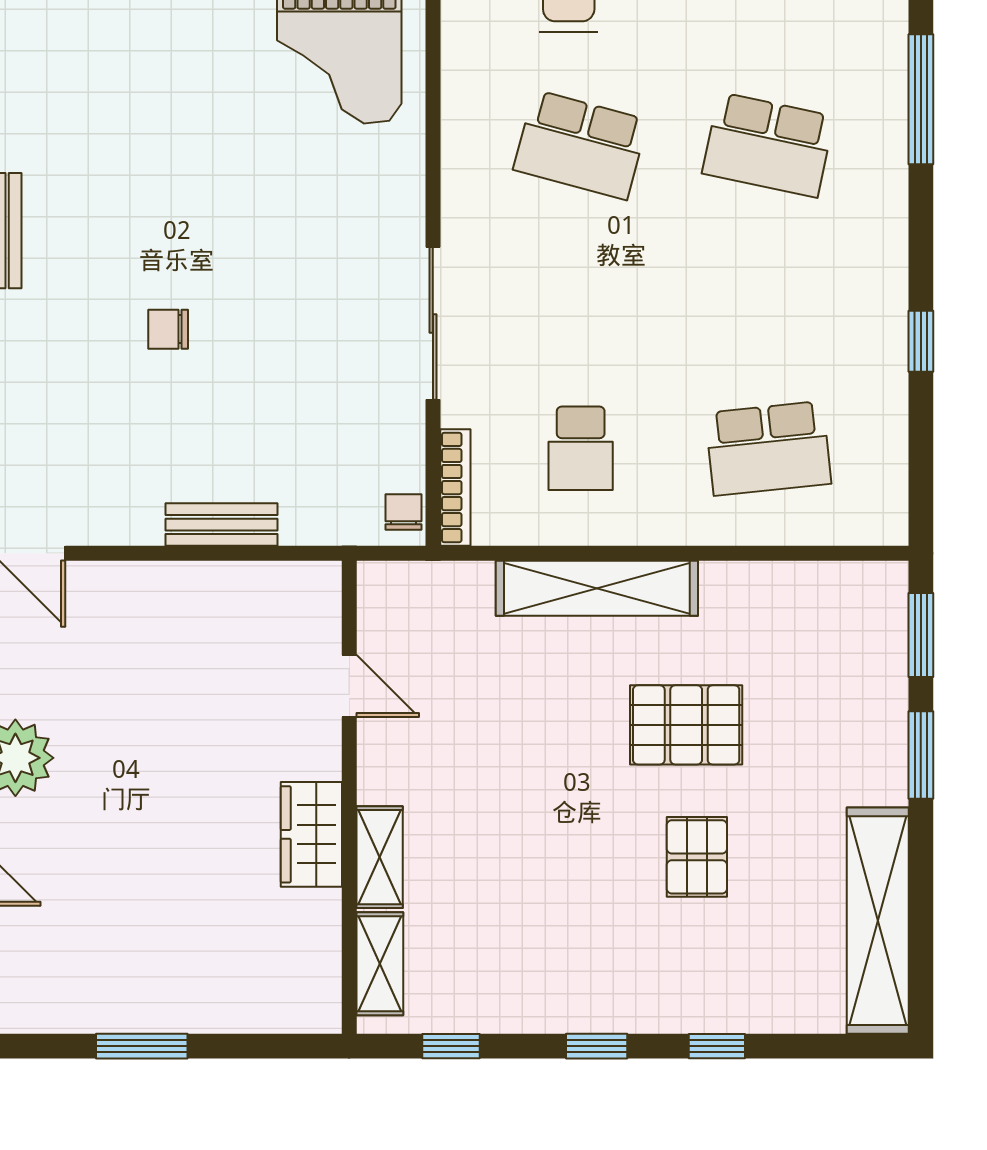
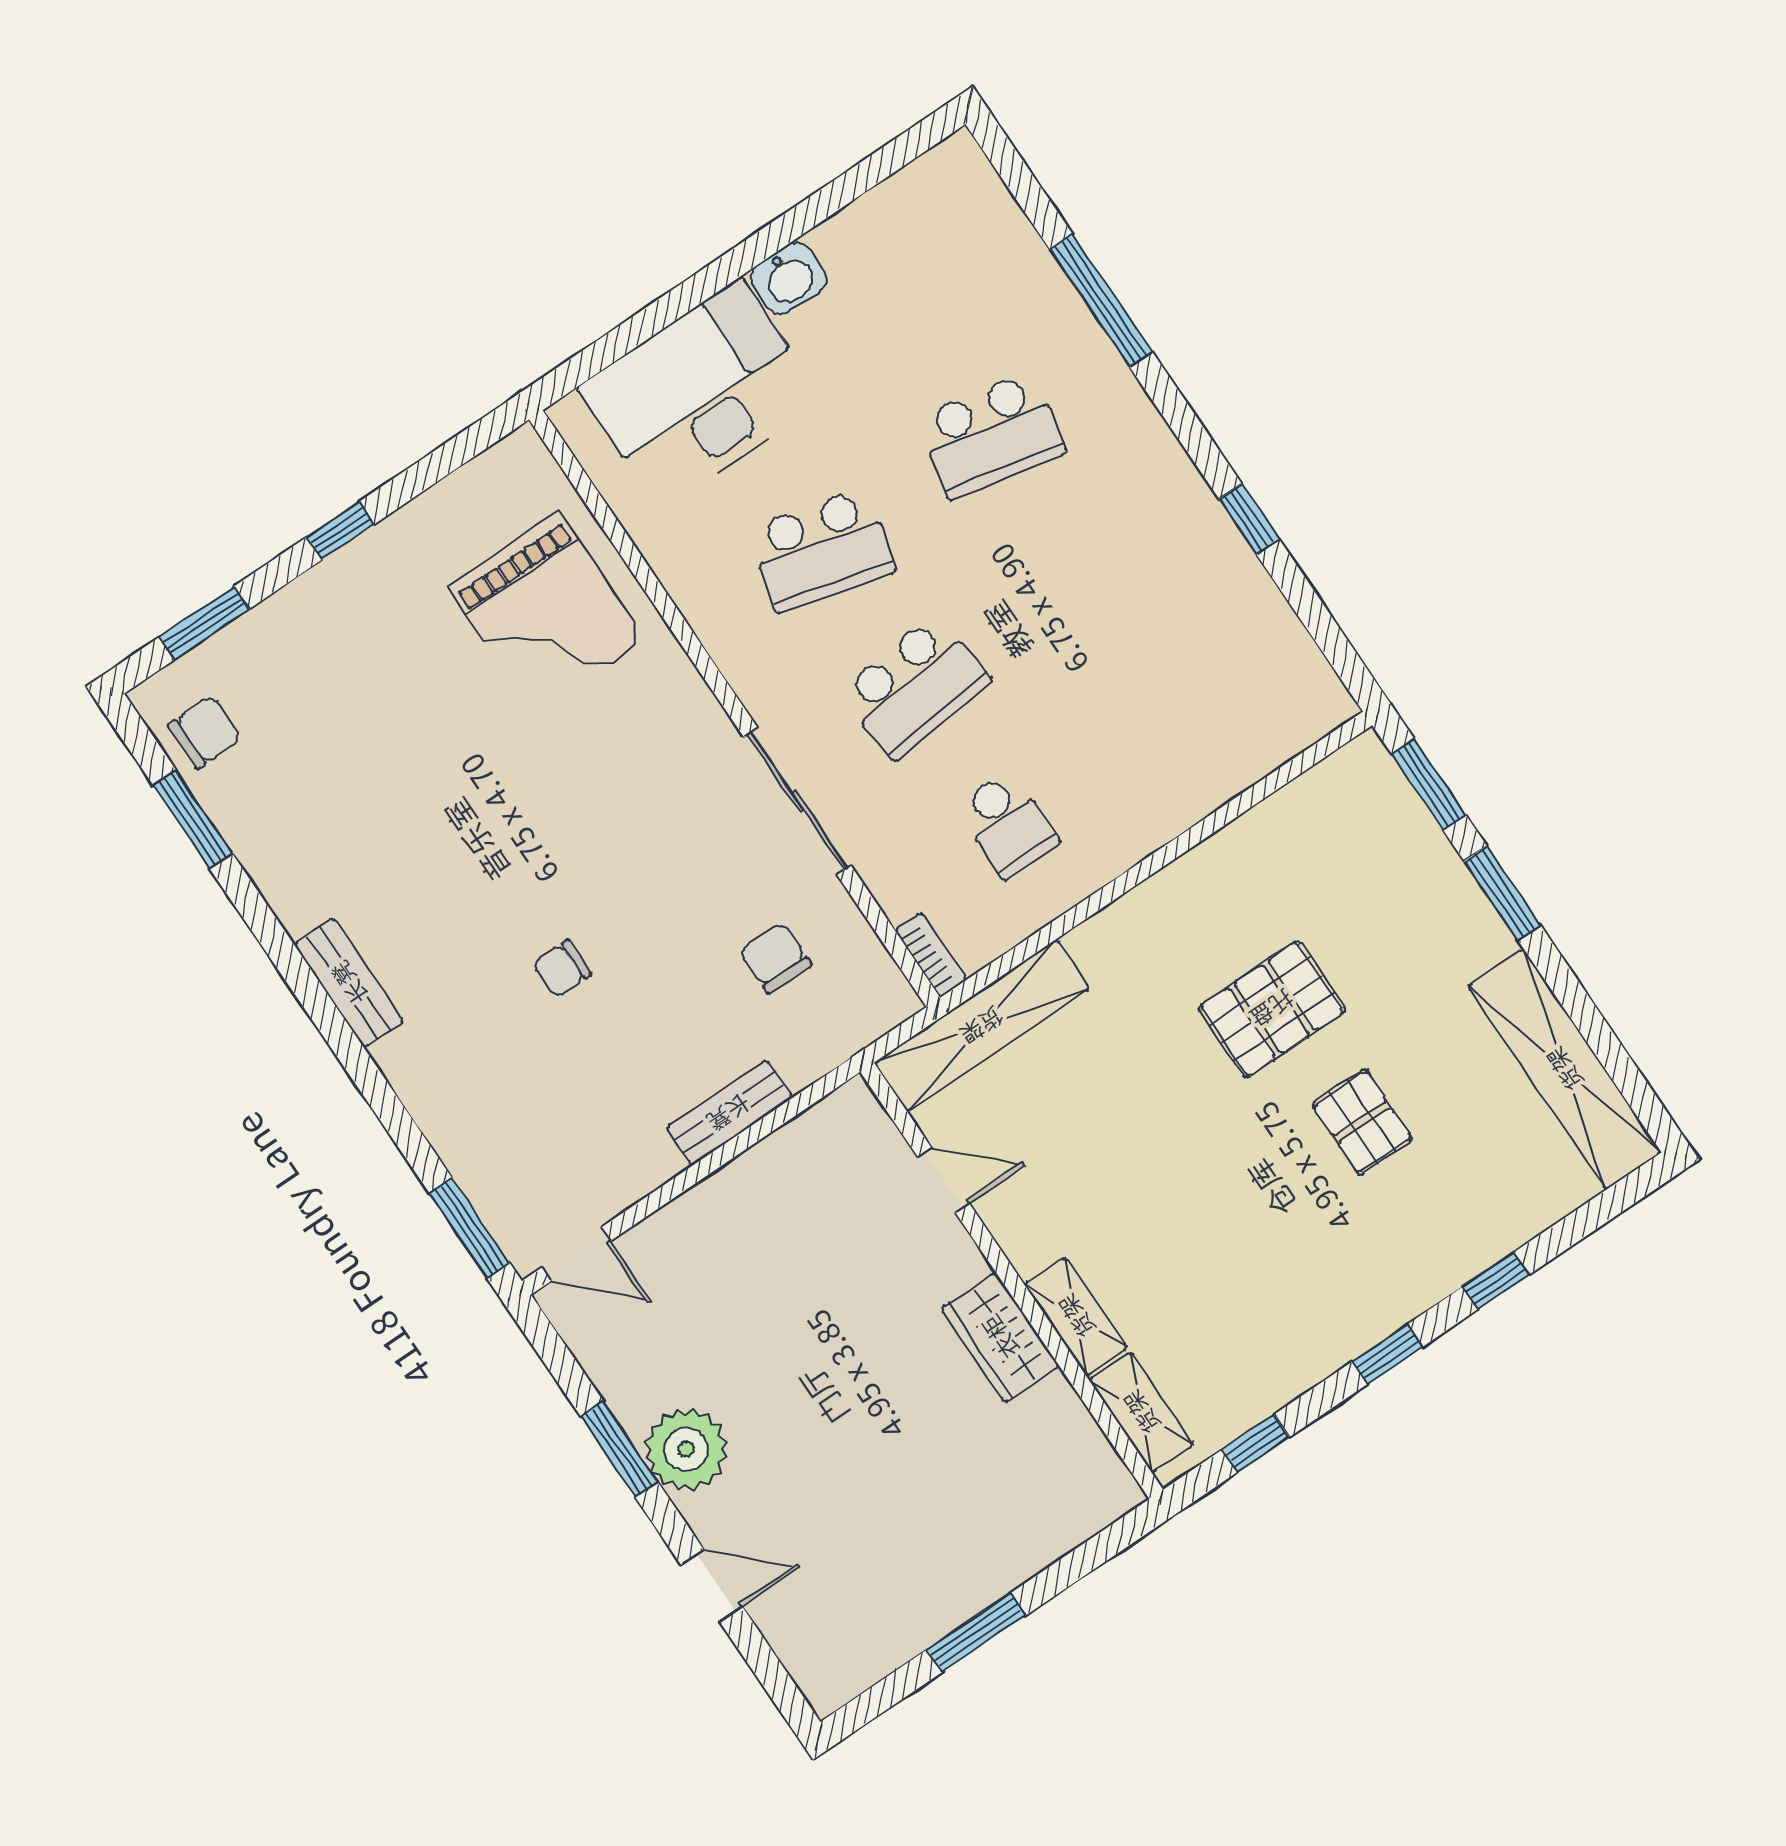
school desk: (768, 448) -> (914, 687), moved
bookcase: (455, 488) -> (931, 955), width x0.64
chair: (403, 512) -> (775, 958), moved, width x1.37, depth x1.37
shelving: (597, 588) -> (982, 1026), moved

